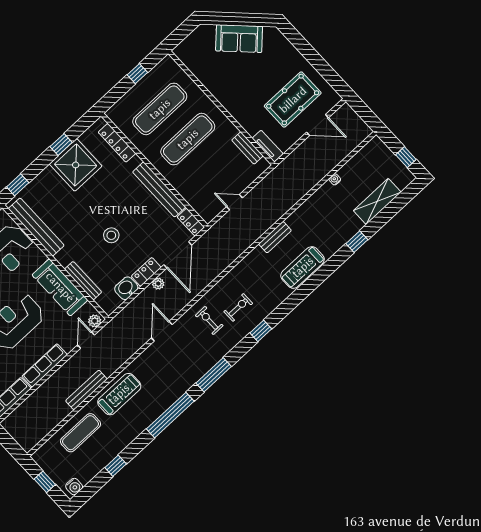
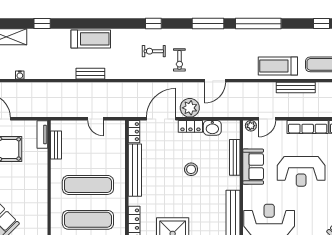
plant: (158, 284) -> (190, 108), width x1.87, depth x1.87
sofa: (60, 287) -> (253, 167), width x0.73

